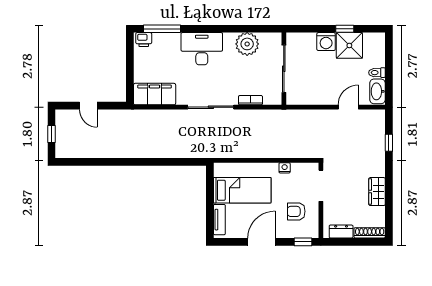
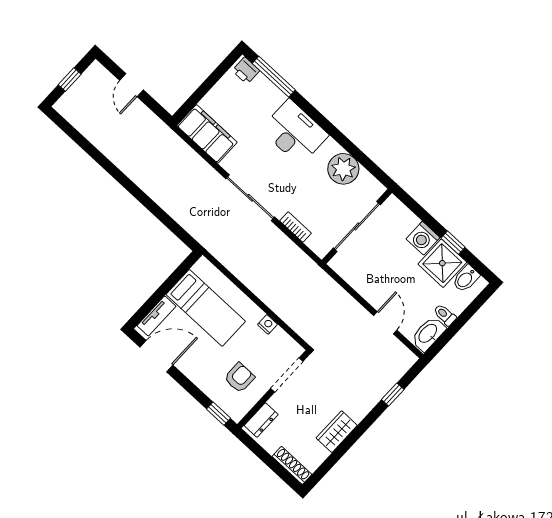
bidet: (370, 42) -> (466, 279), added
door: (348, 107) -> (385, 323), hinge flipped
armchair: (296, 211) -> (239, 378), turned 90
dresser: (341, 231) -> (261, 420), moved, turned 90
door: (261, 242) -> (156, 356), moved

